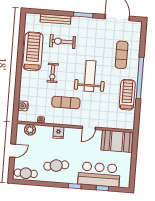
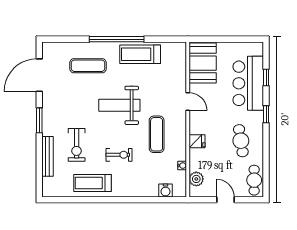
treadmill: (33, 51) -> (92, 183), width x0.73, depth x0.73

